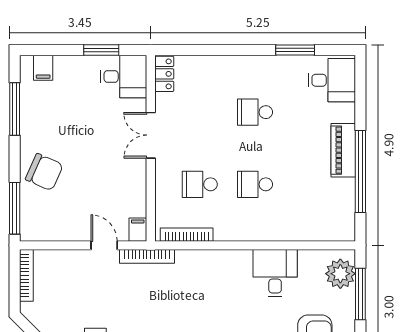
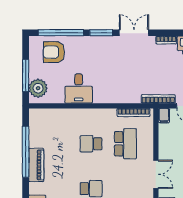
school desk: (200, 184) -> (125, 144), width x1.85
school desk: (255, 184) -> (91, 144), turned 180

